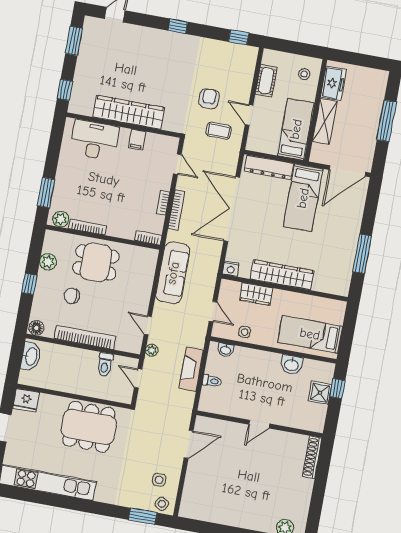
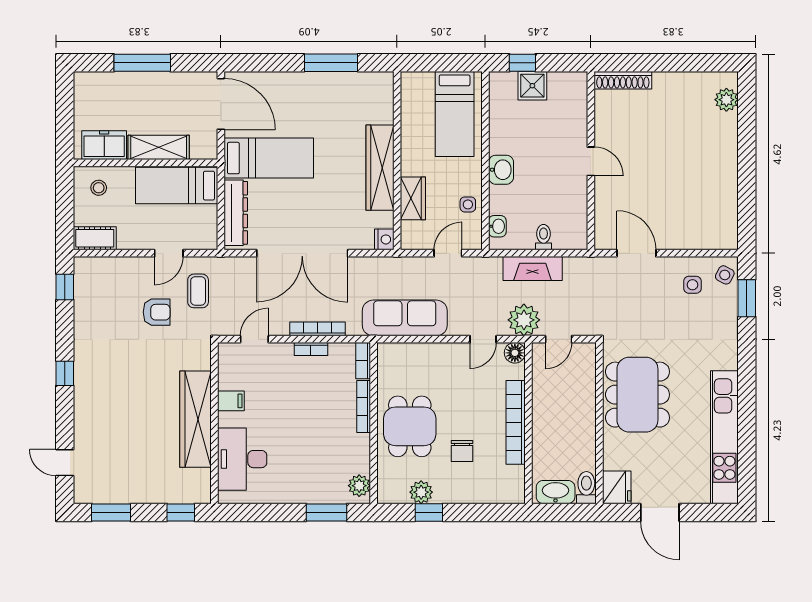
cot: (266, 81) -> (95, 238), moved
armchair: (209, 99) -> (157, 312), turned 180
bookcase: (87, 227) -> (364, 407), moved
window: (29, 284) -> (429, 512), moved
floor lamp: (36, 328) -> (515, 353), moved
plant: (152, 350) -> (524, 320), width x1.88, depth x1.88
toilet: (105, 365) -> (586, 488), moved, turned -90
washbasin: (292, 365) -> (501, 170), moved

